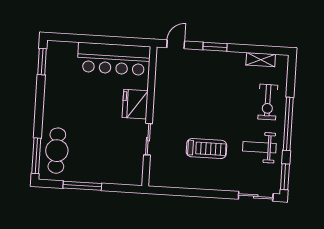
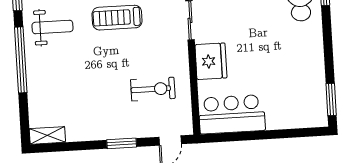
bar counter: (114, 59) -> (232, 114), width x0.73
shelving: (261, 60) -> (47, 135), moved
exercise bike: (268, 102) -> (153, 89), moved, turned 90

